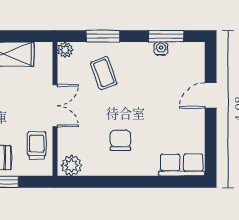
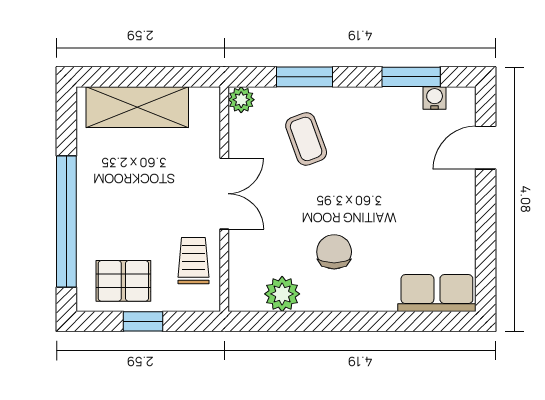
water cooler: (161, 49) -> (435, 98), moved
door: (211, 95) -> (486, 148), moved
plant: (72, 165) -> (282, 294), moved

